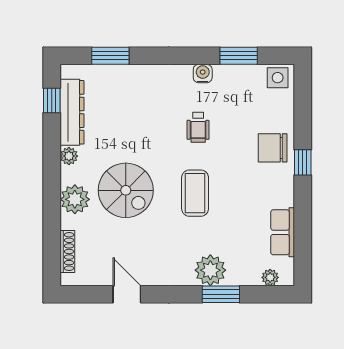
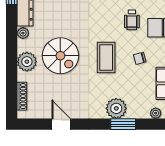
wheelchair: (198, 127) -> (132, 20), moved
chair: (246, 194) -> (140, 58), added

